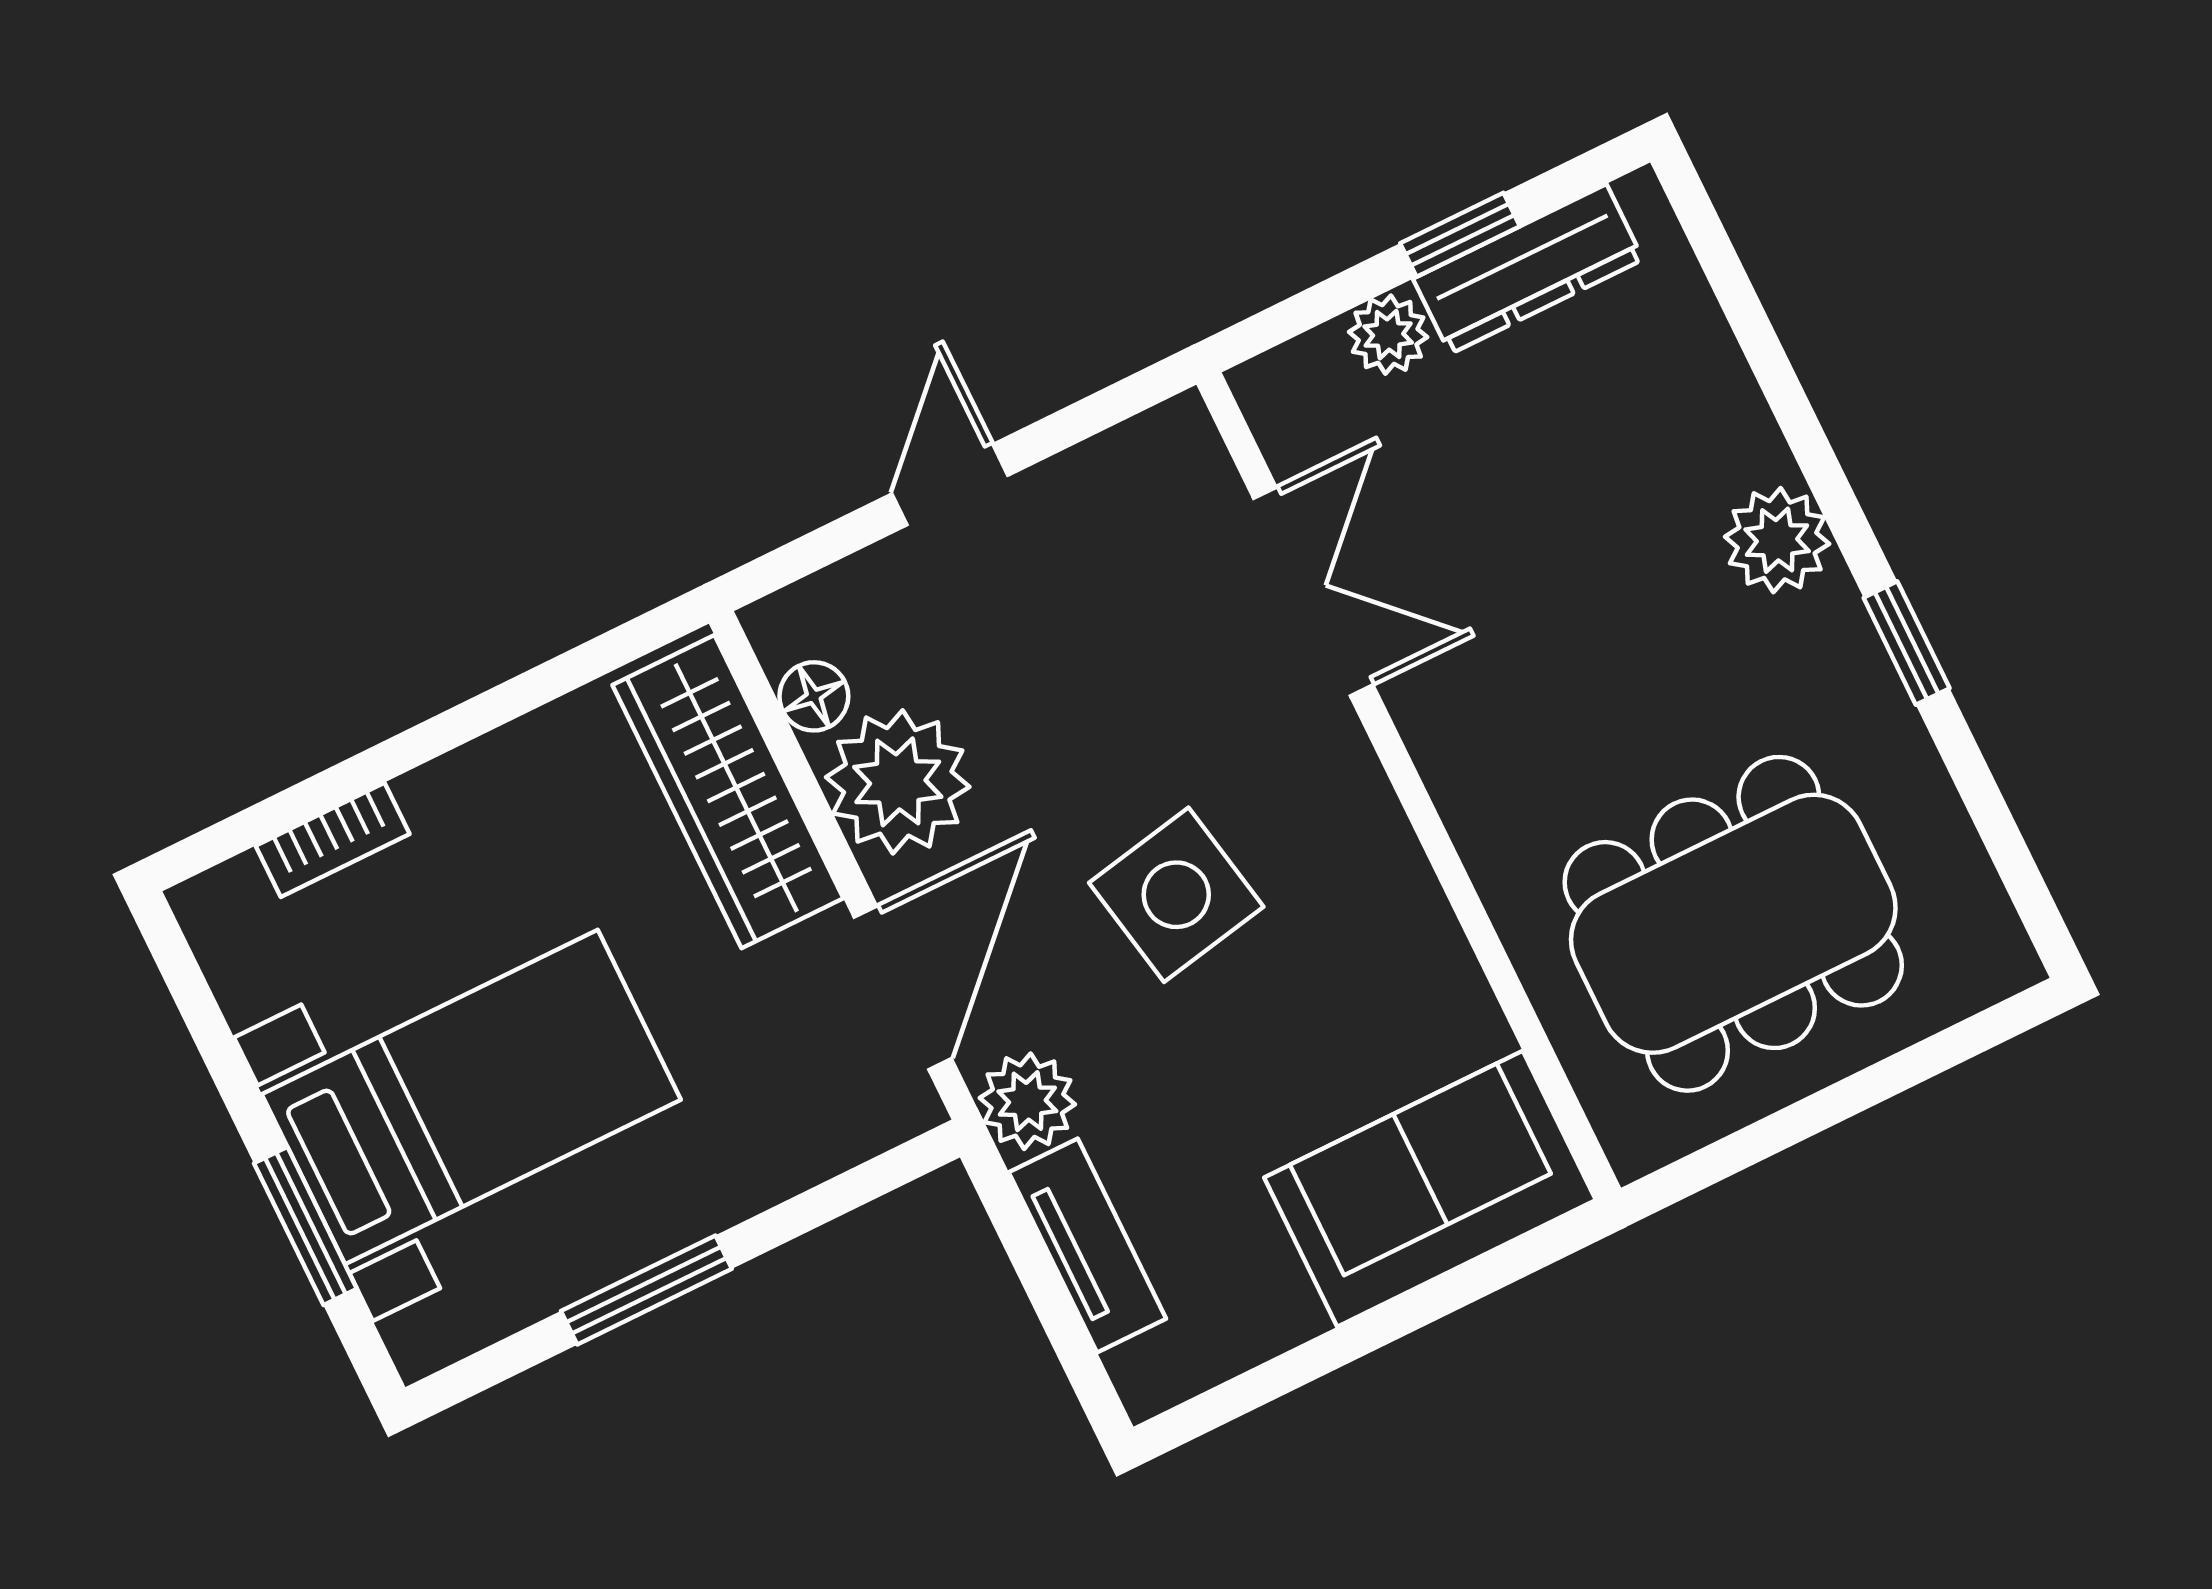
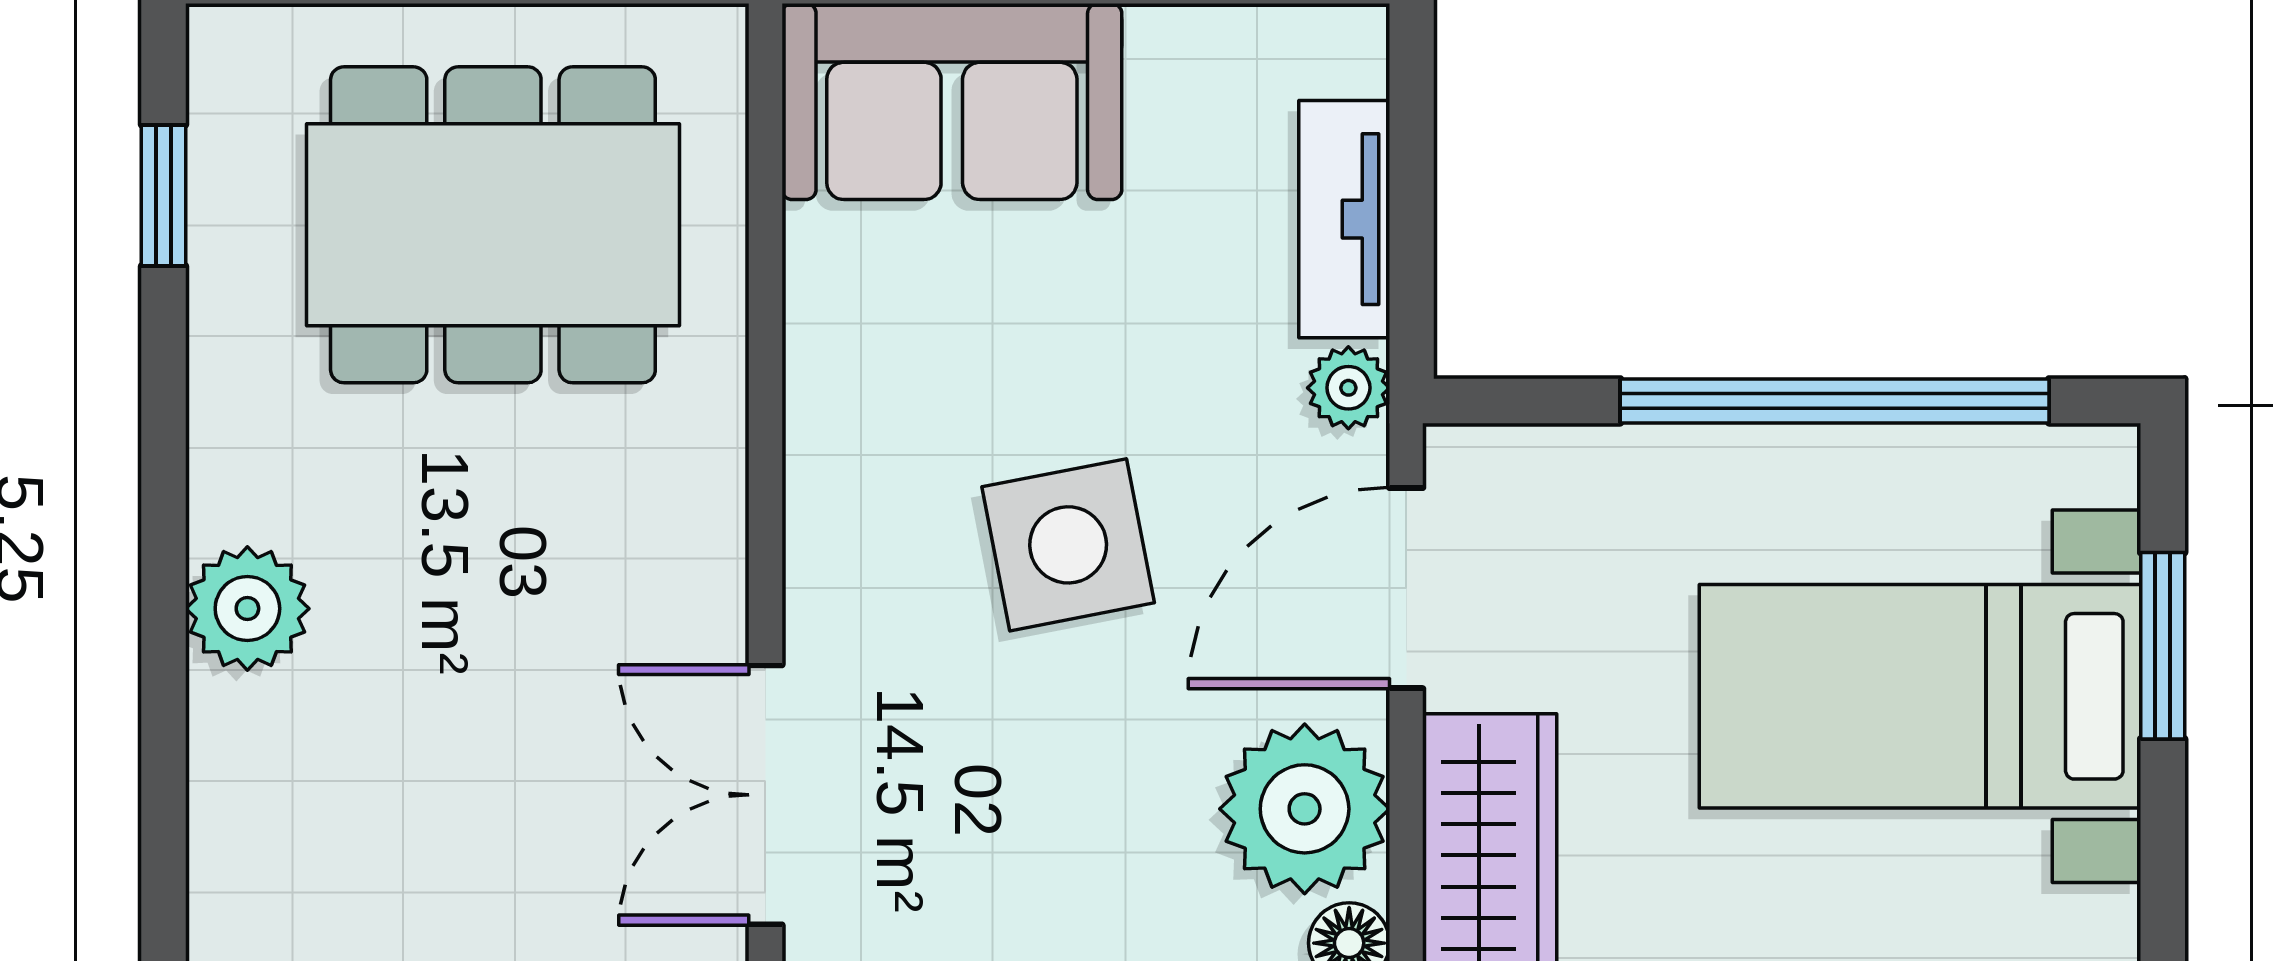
window: (1907, 643) -> (163, 195), moved
plant: (1027, 1101) -> (1348, 388), width x0.73, depth x0.73
window: (646, 1290) -> (1835, 401), width x2.11

